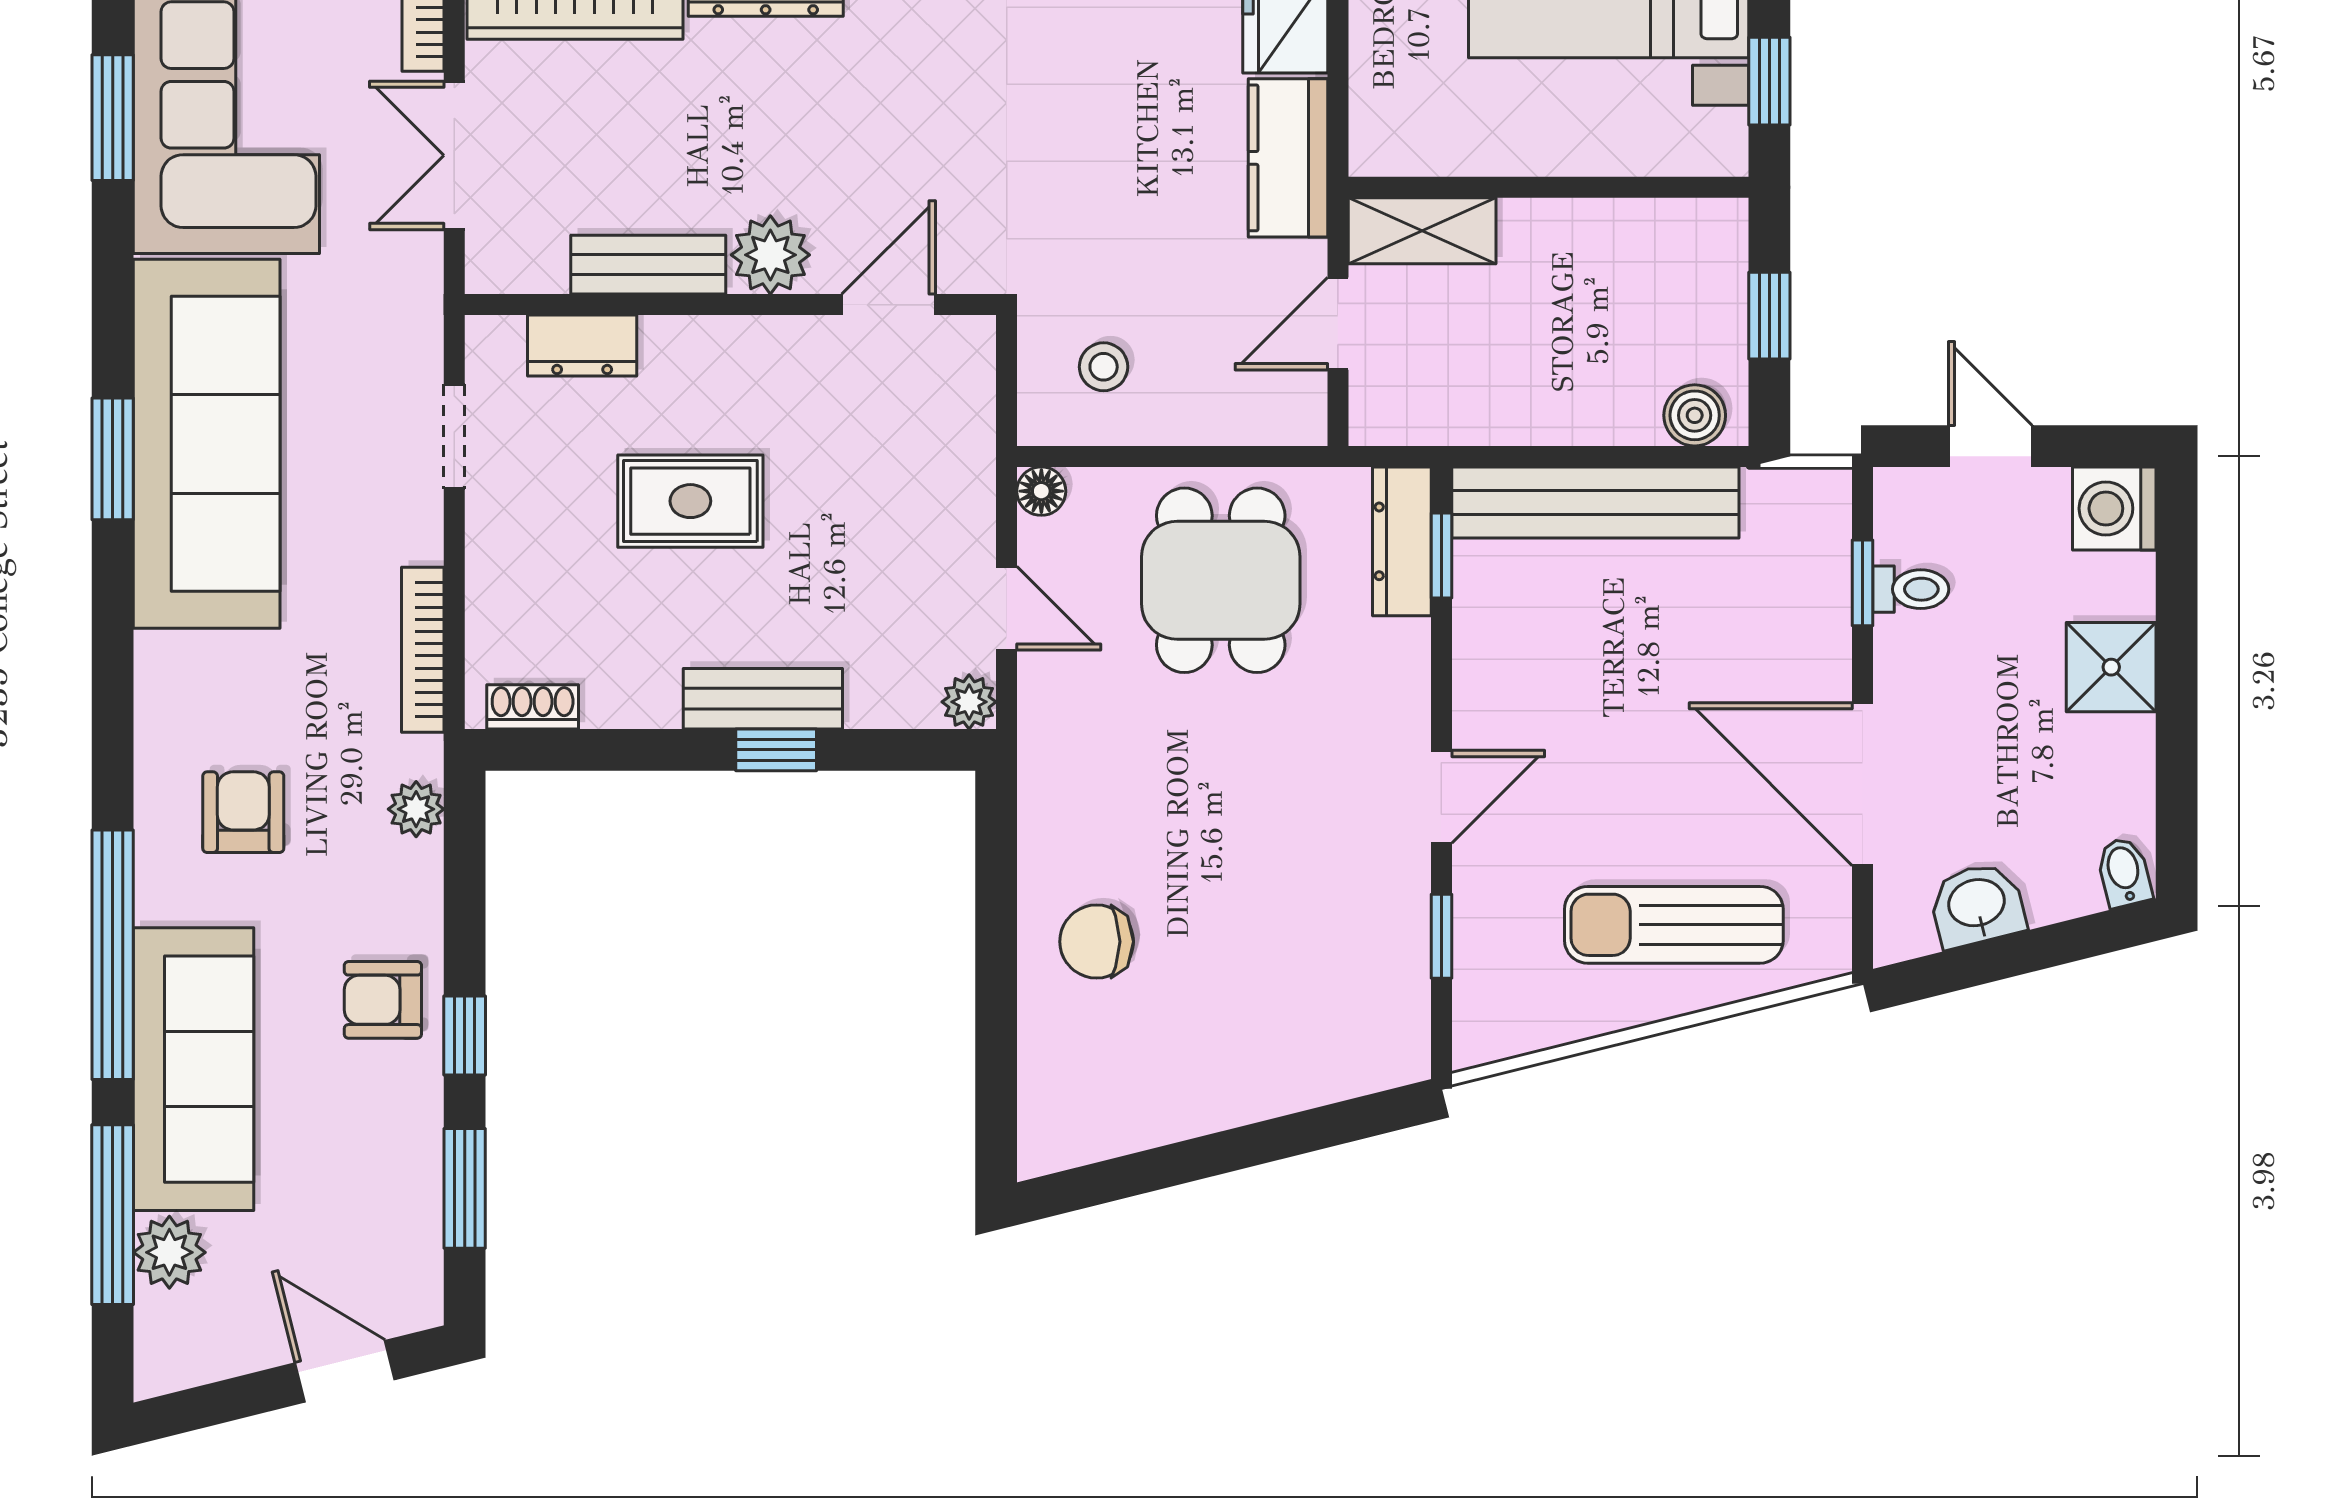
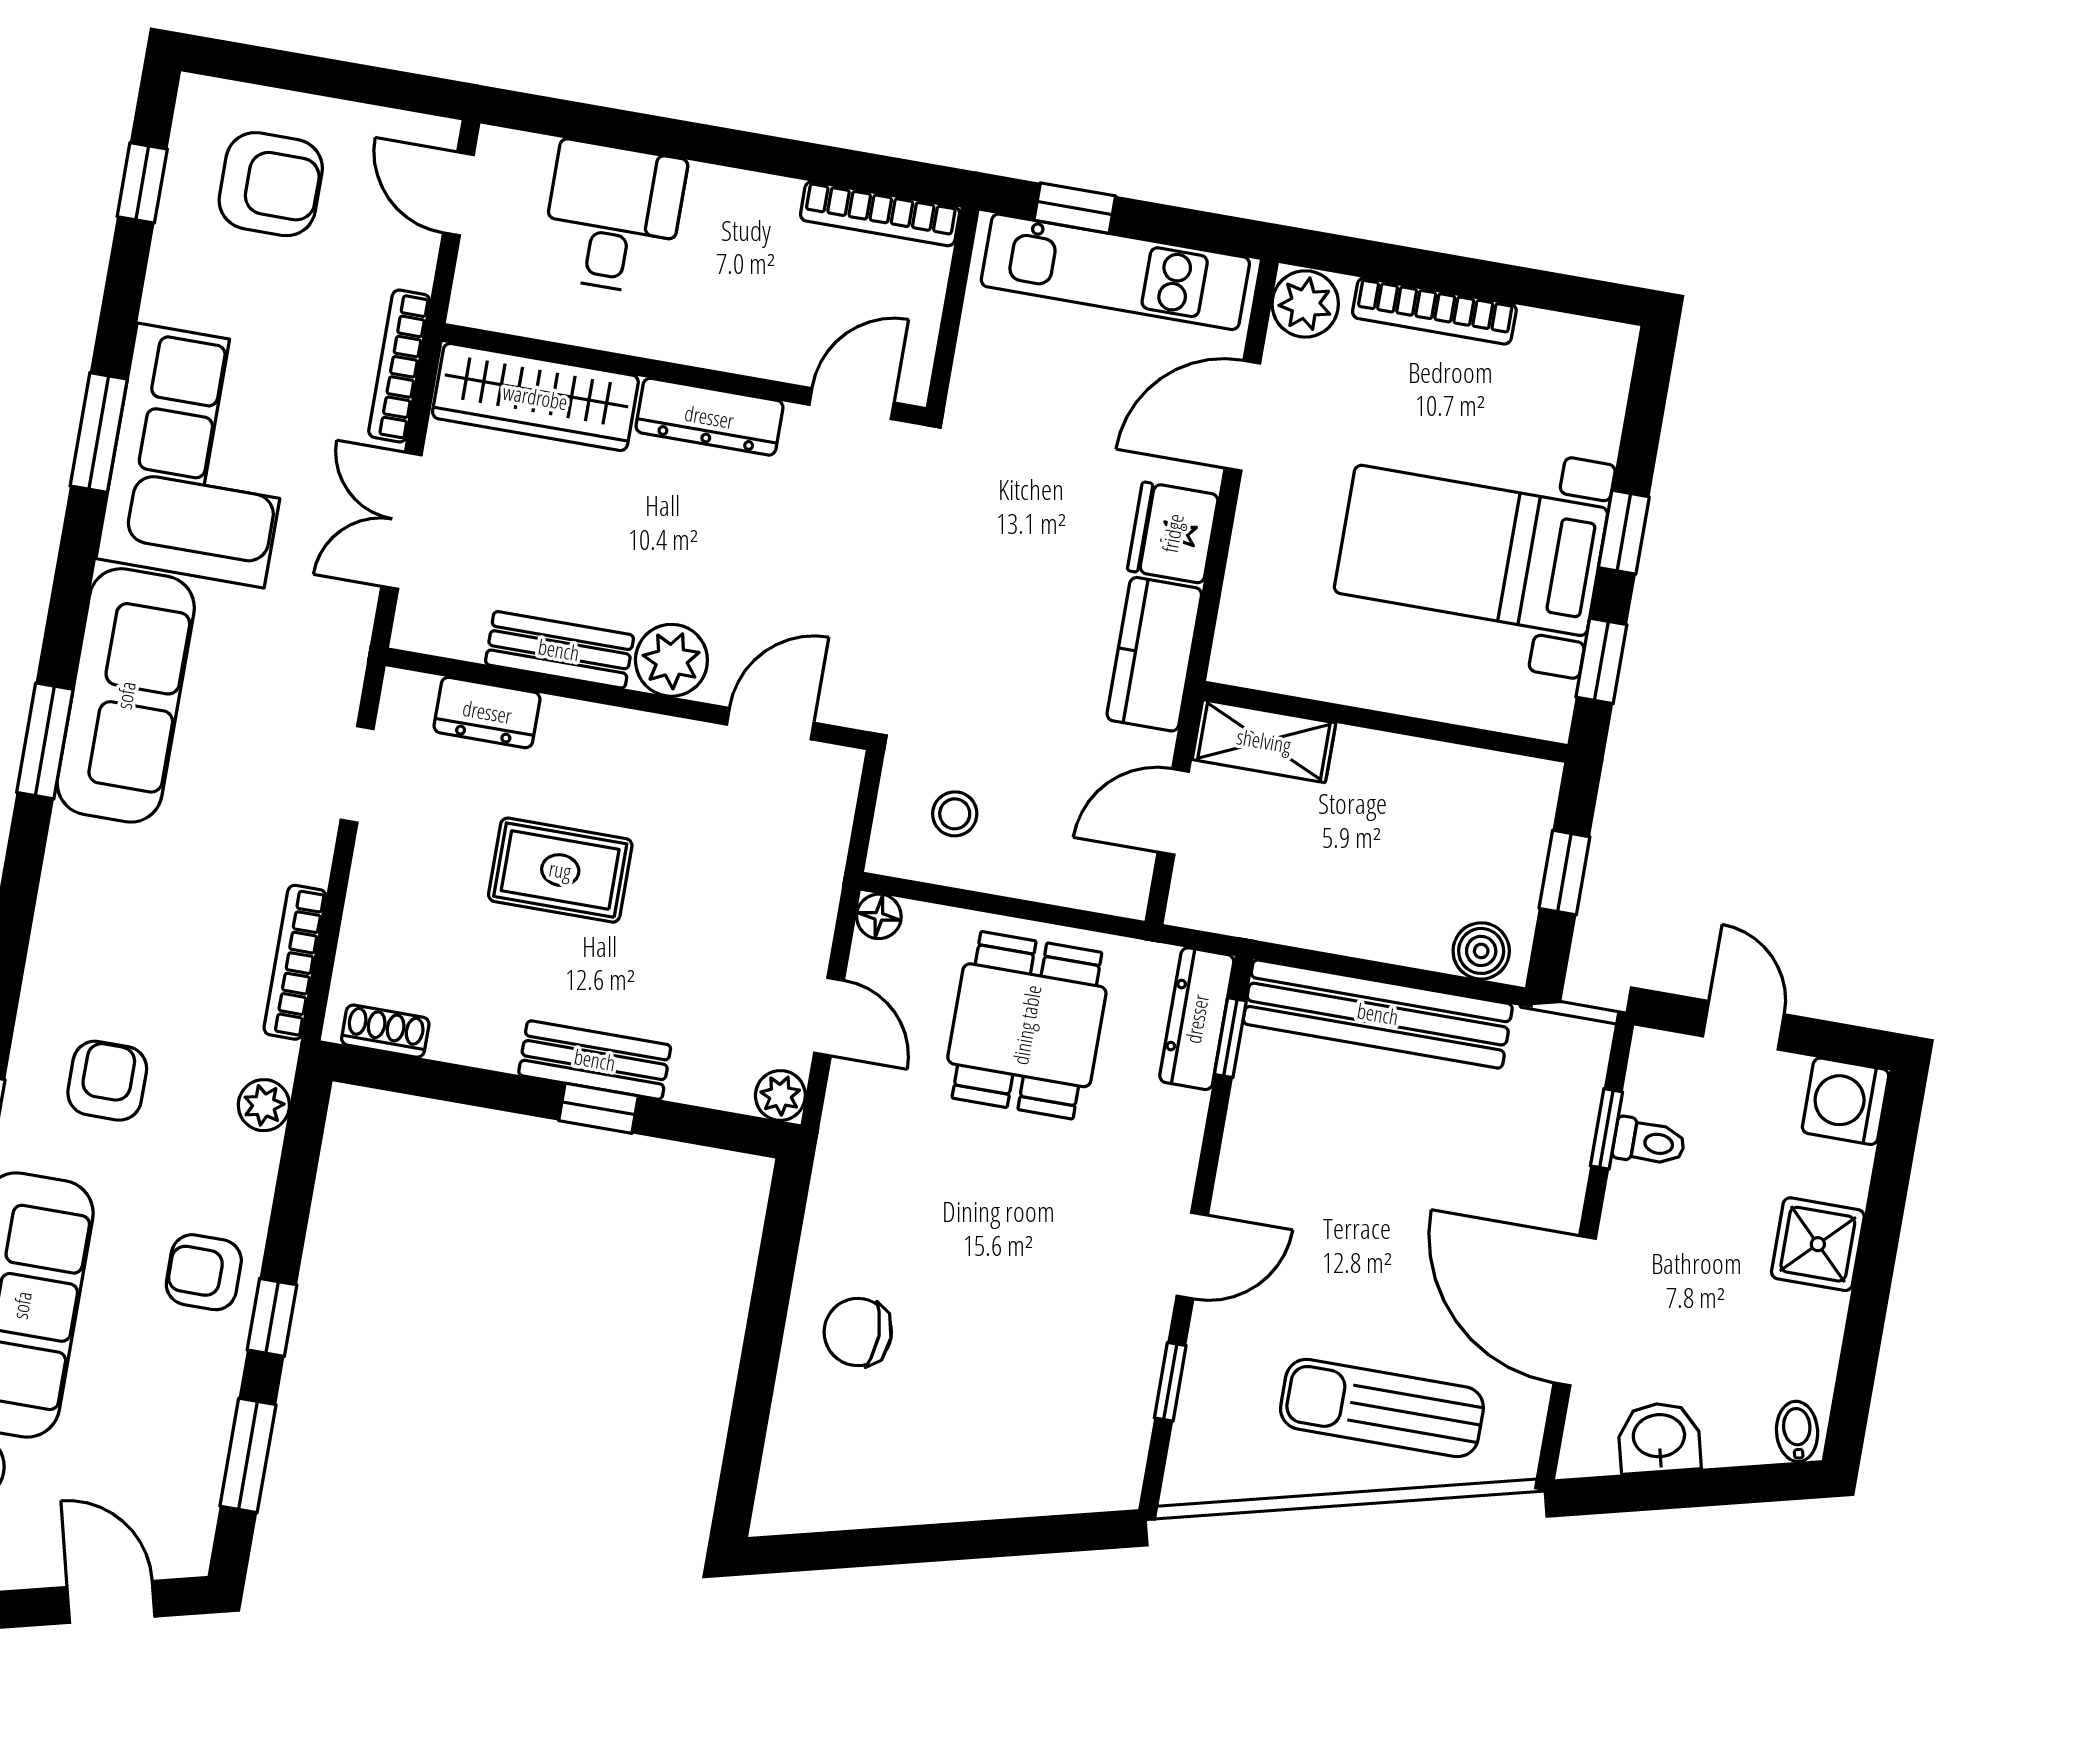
sofa: (207, 444) -> (126, 695), width x0.74, depth x0.79

